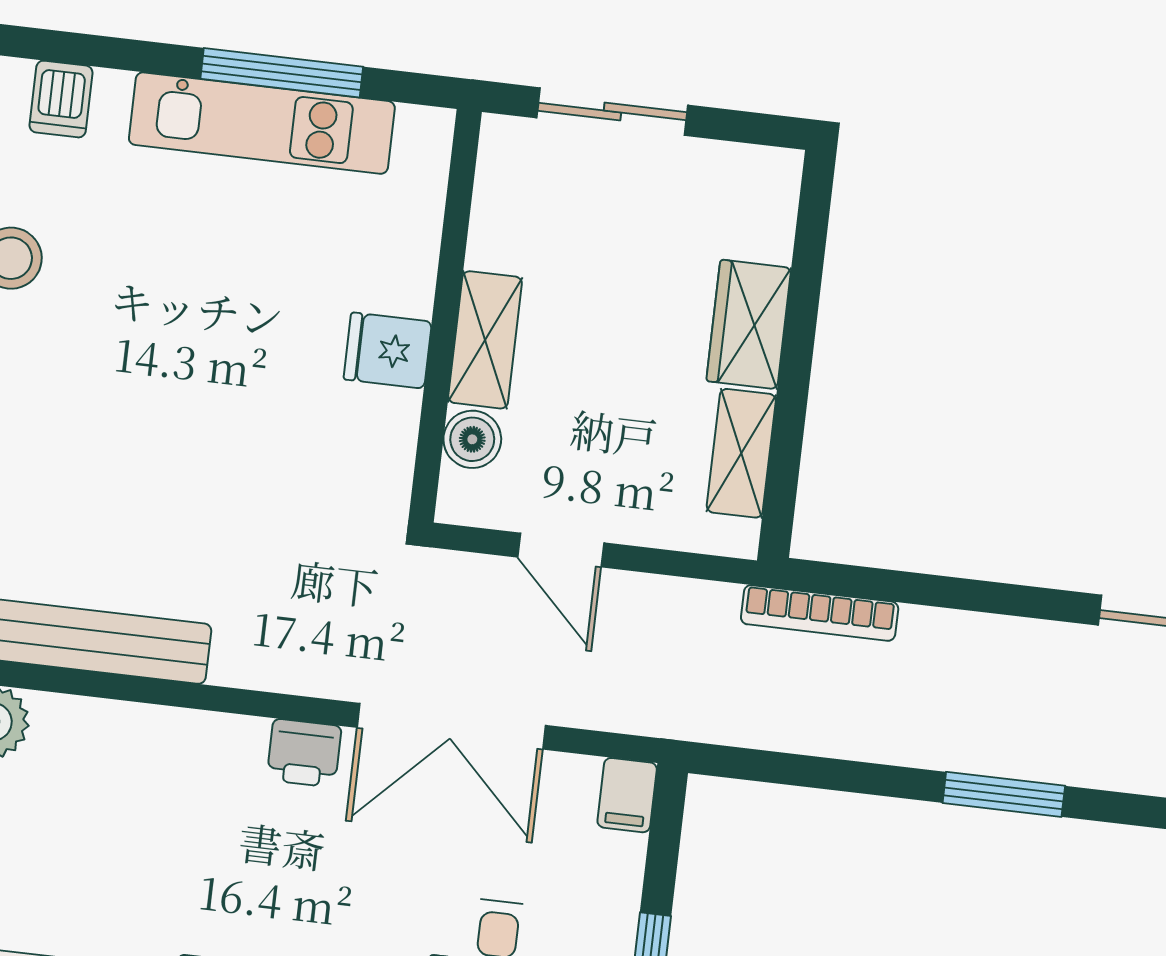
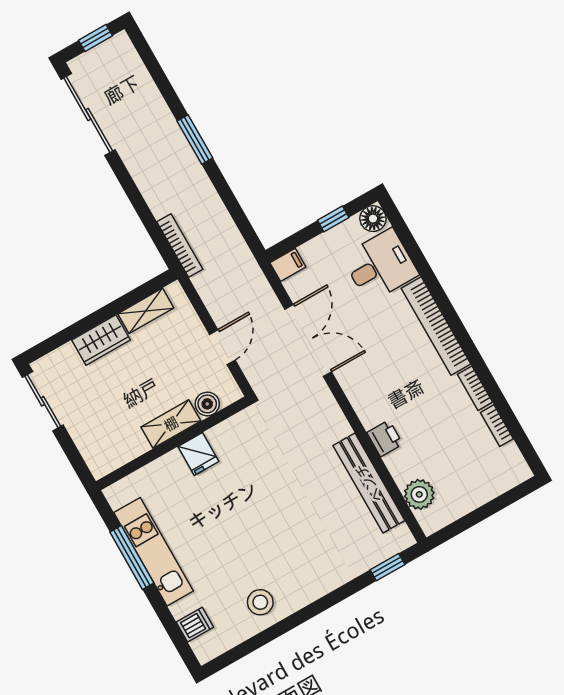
sliding door: (612, 112) -> (43, 401), moved
printer: (304, 753) -> (385, 438), moved

